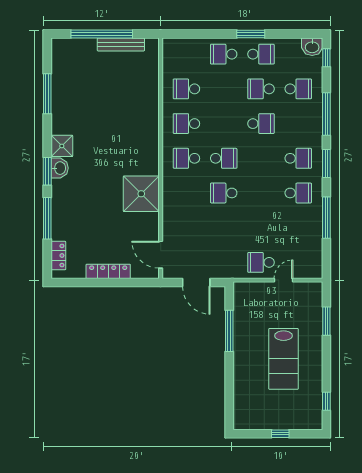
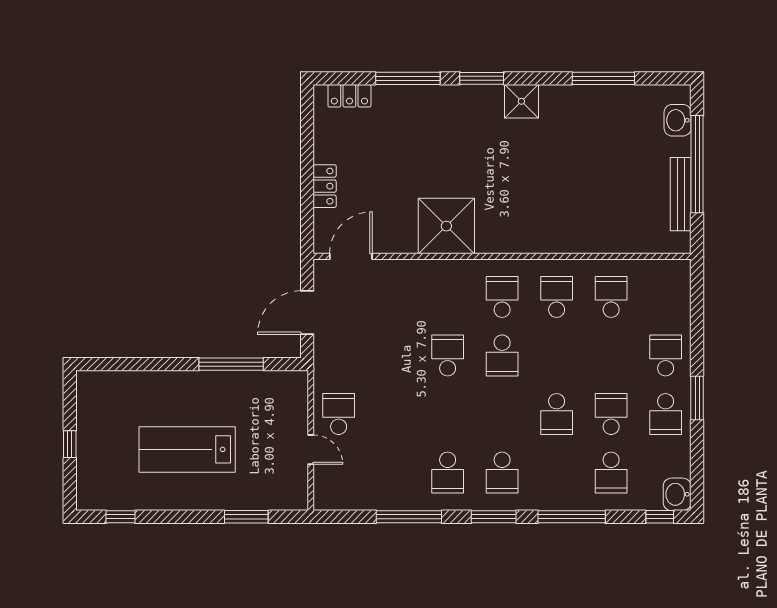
washbasin: (60, 168) -> (678, 120), moved, turned 90
locker: (108, 271) -> (325, 186), width x0.66

